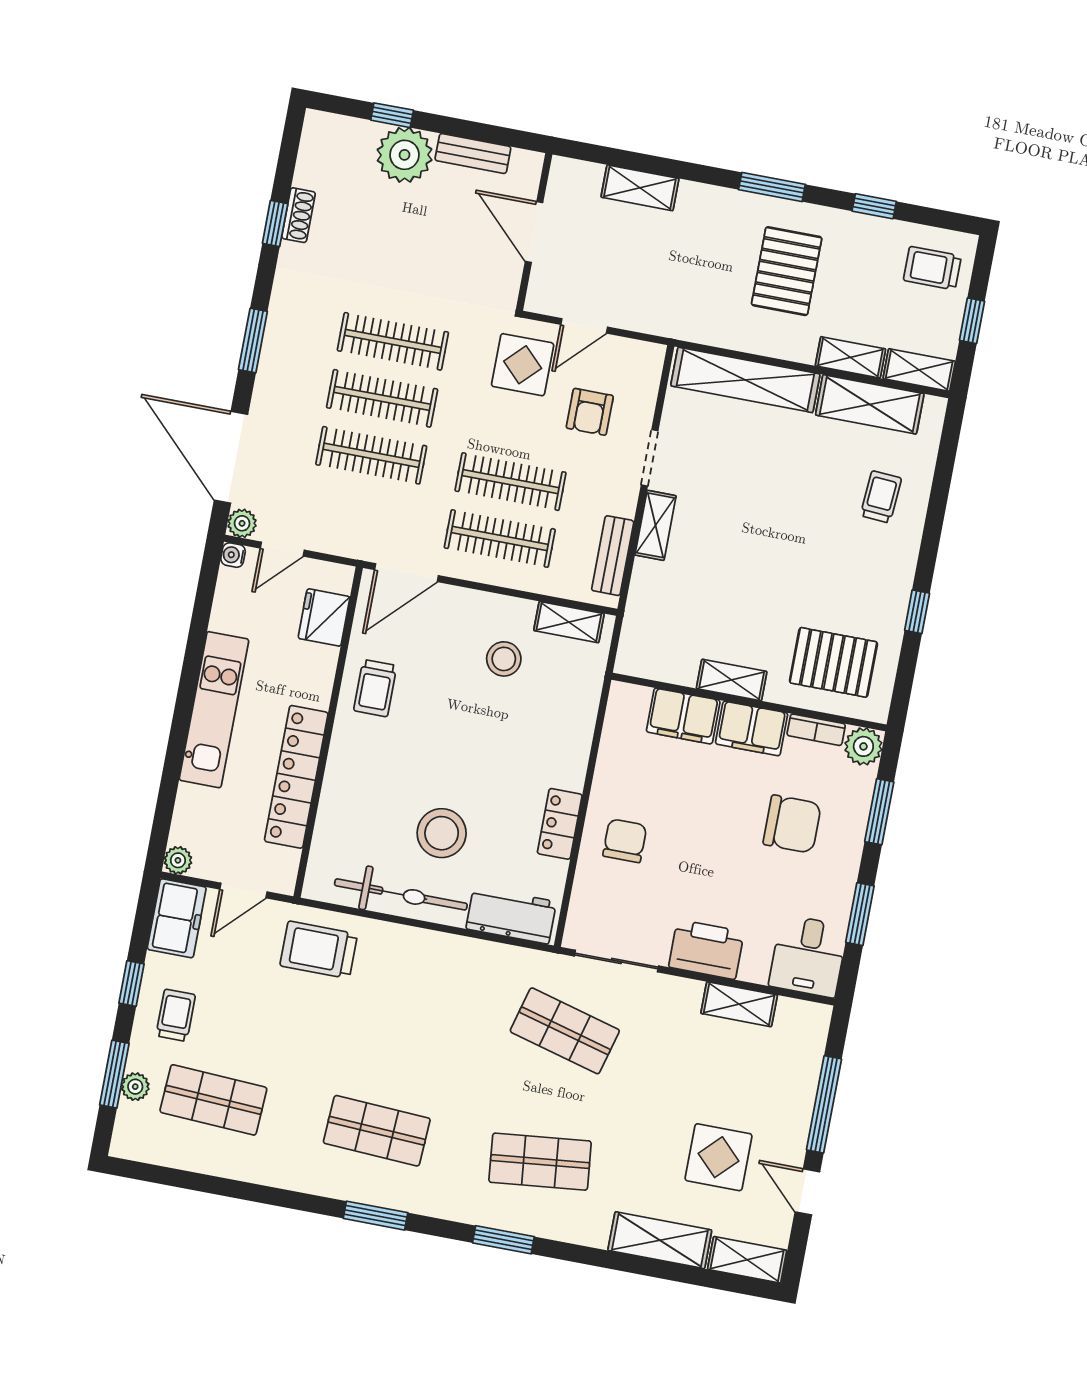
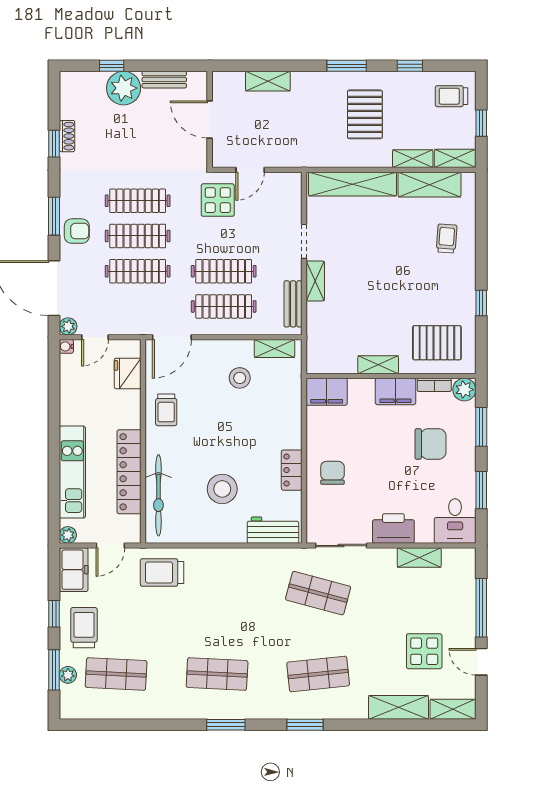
armchair: (590, 412) -> (77, 231), moved, turned -90
kitchen unit: (214, 710) -> (72, 472), moved
filing cabinet: (683, 716) -> (327, 392), moved
bicycle: (401, 894) -> (158, 495), moved, turned 90
trolley: (176, 1015) -> (84, 628), width x1.36, depth x1.39

